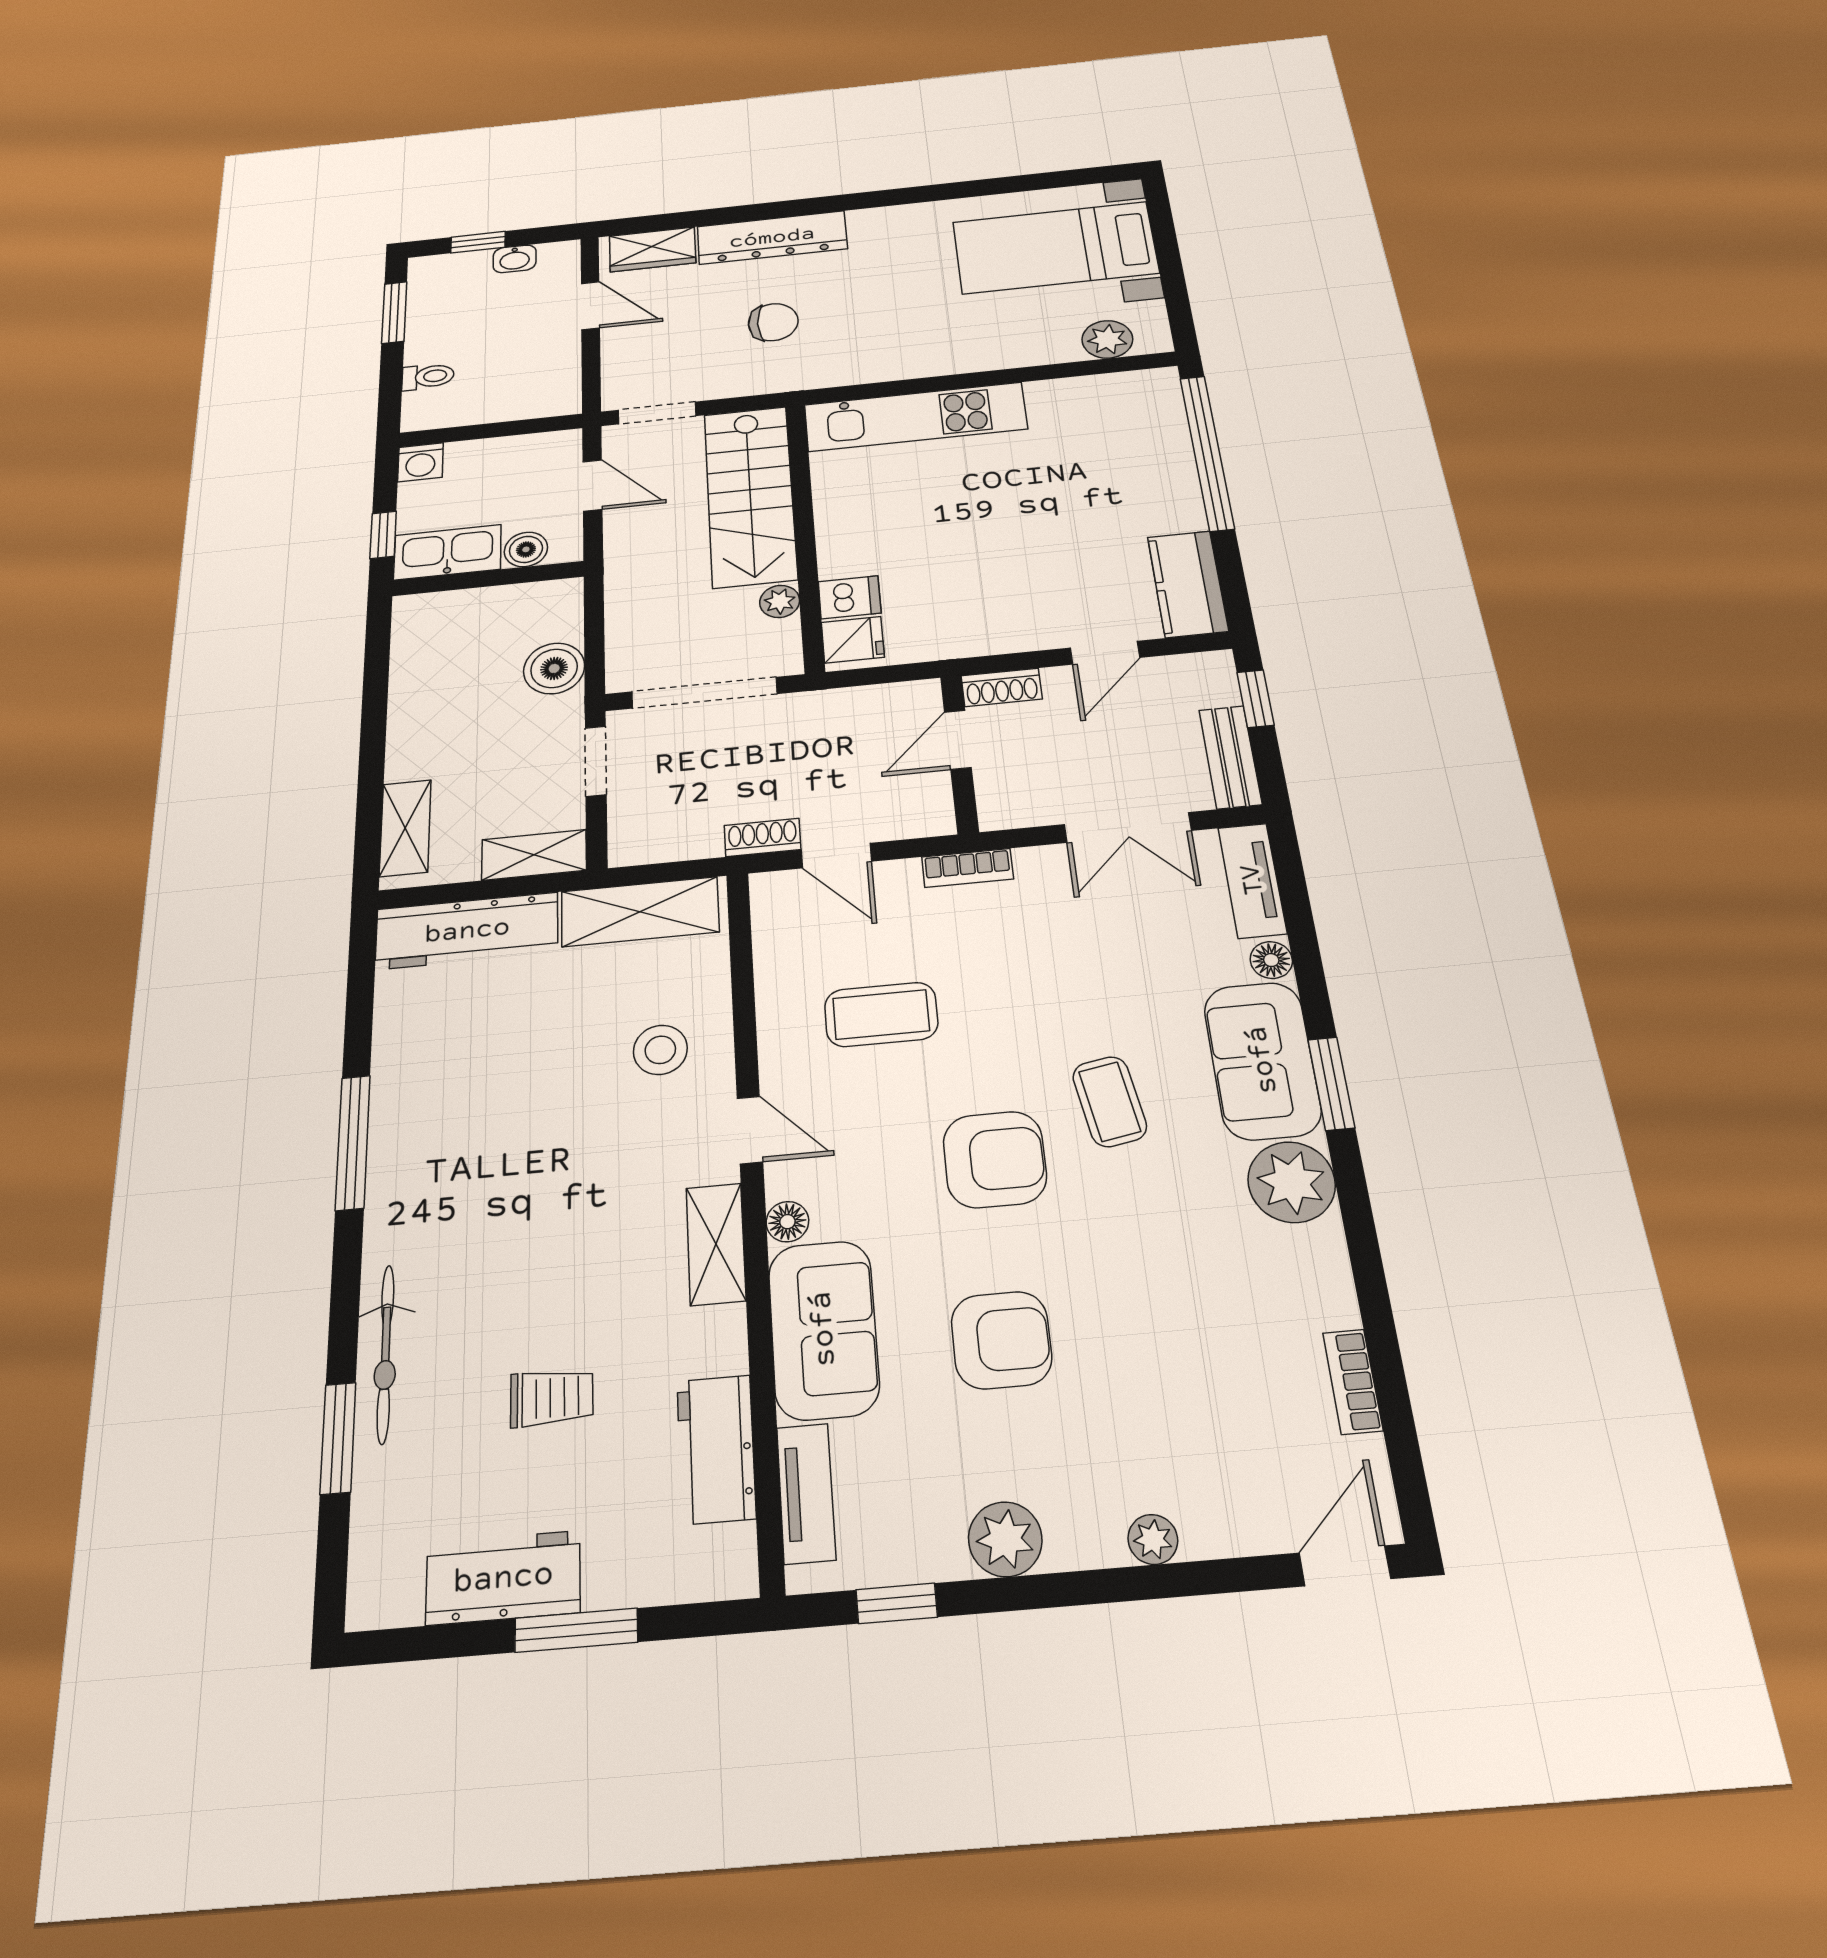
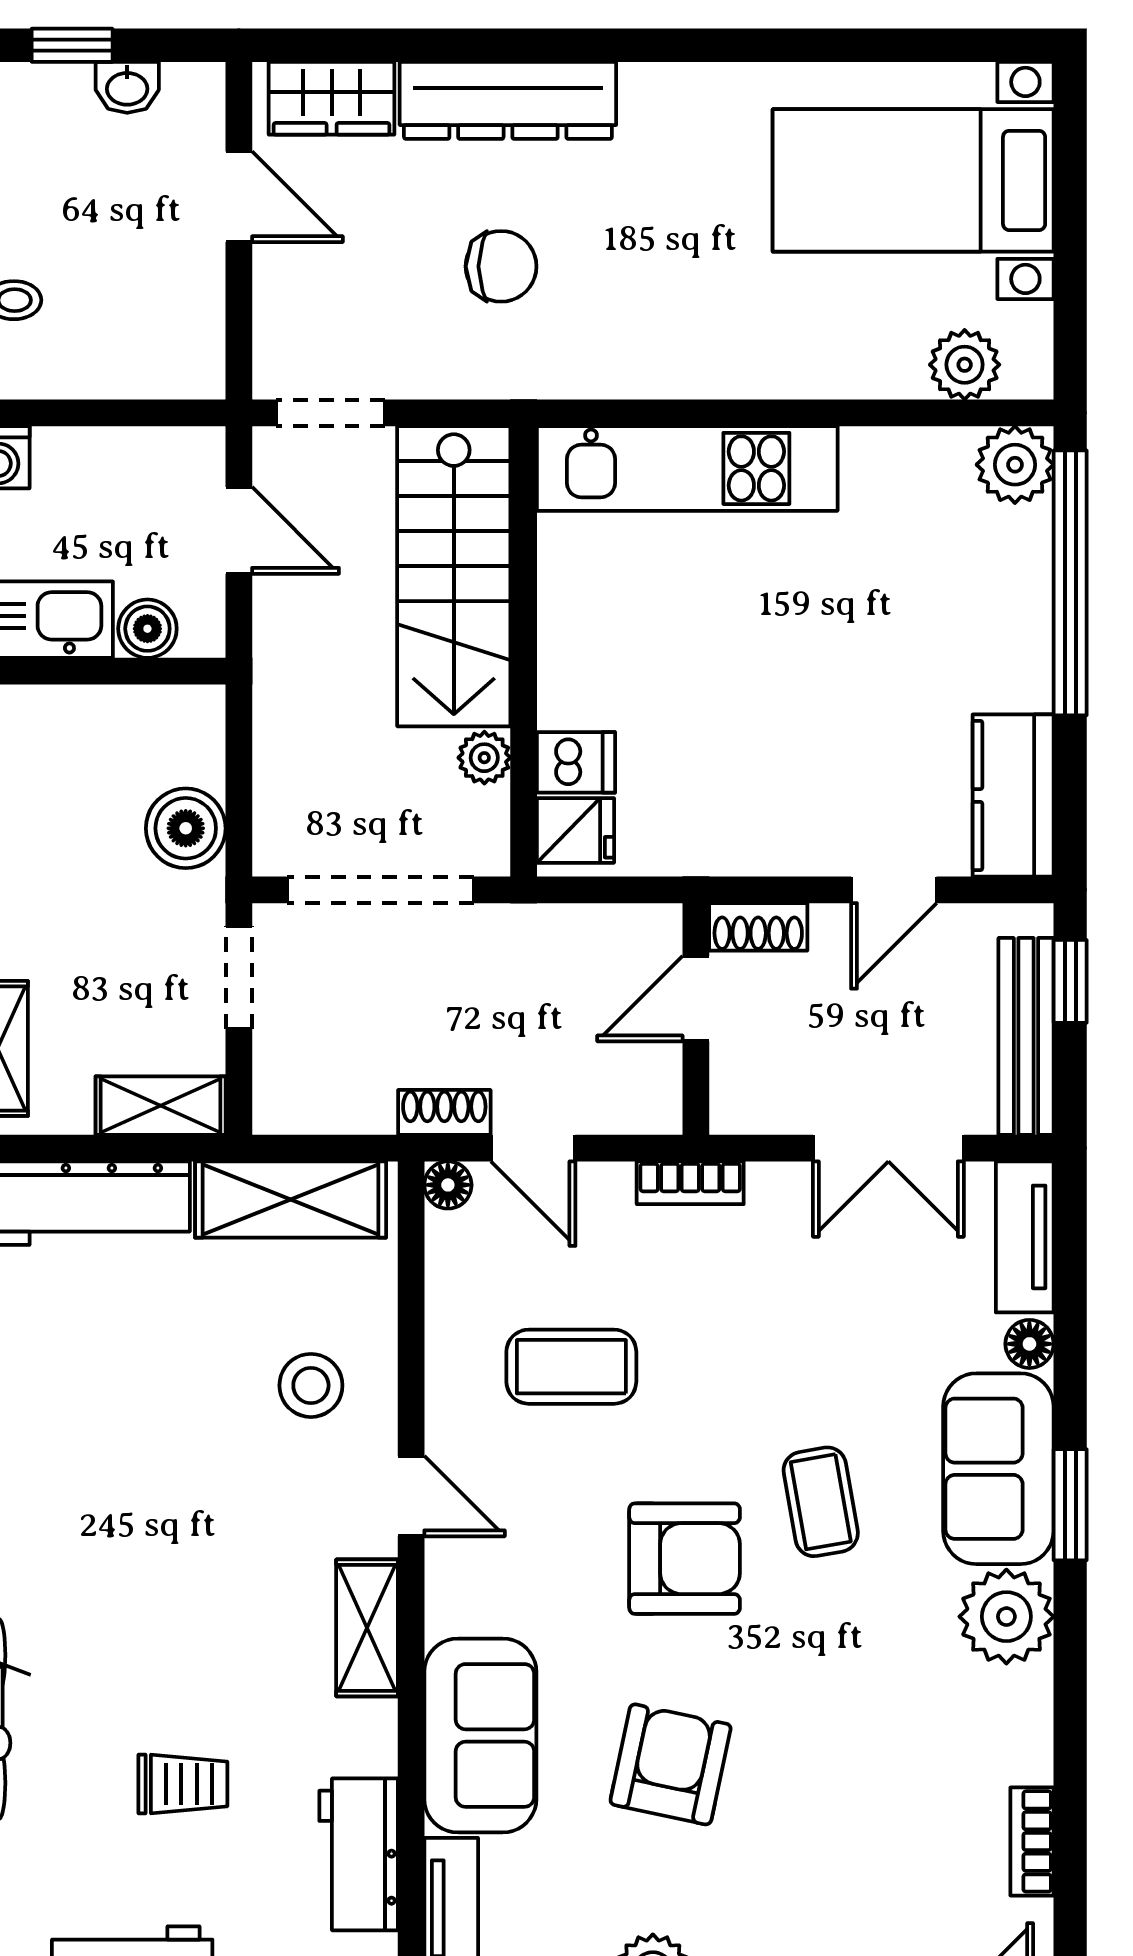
plant: (1154, 390) -> (1015, 465), added
bench: (1230, 757) -> (1026, 1036), width x1.36
floor lamp: (787, 1222) -> (448, 1185), moved
armchair: (1001, 1340) -> (671, 1764), turned -78

